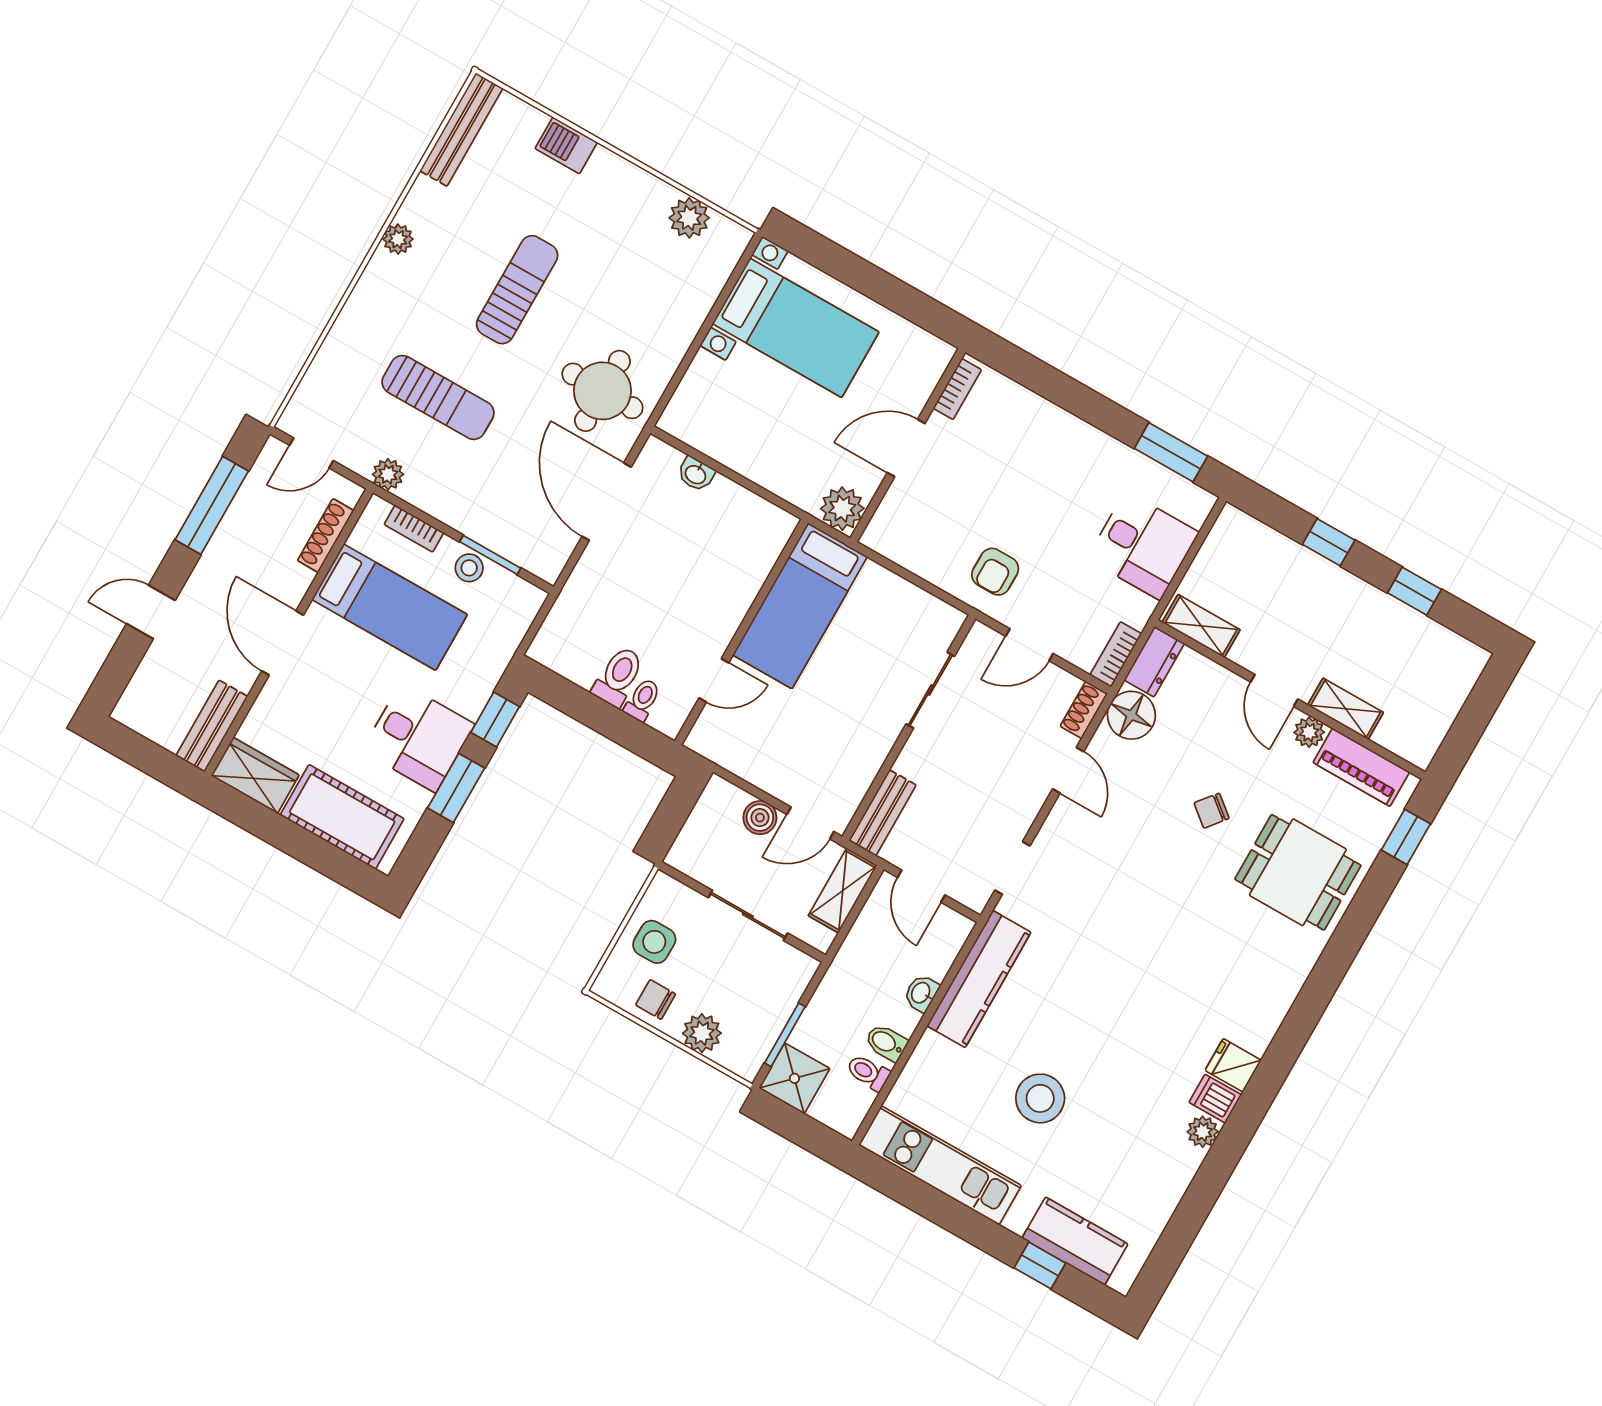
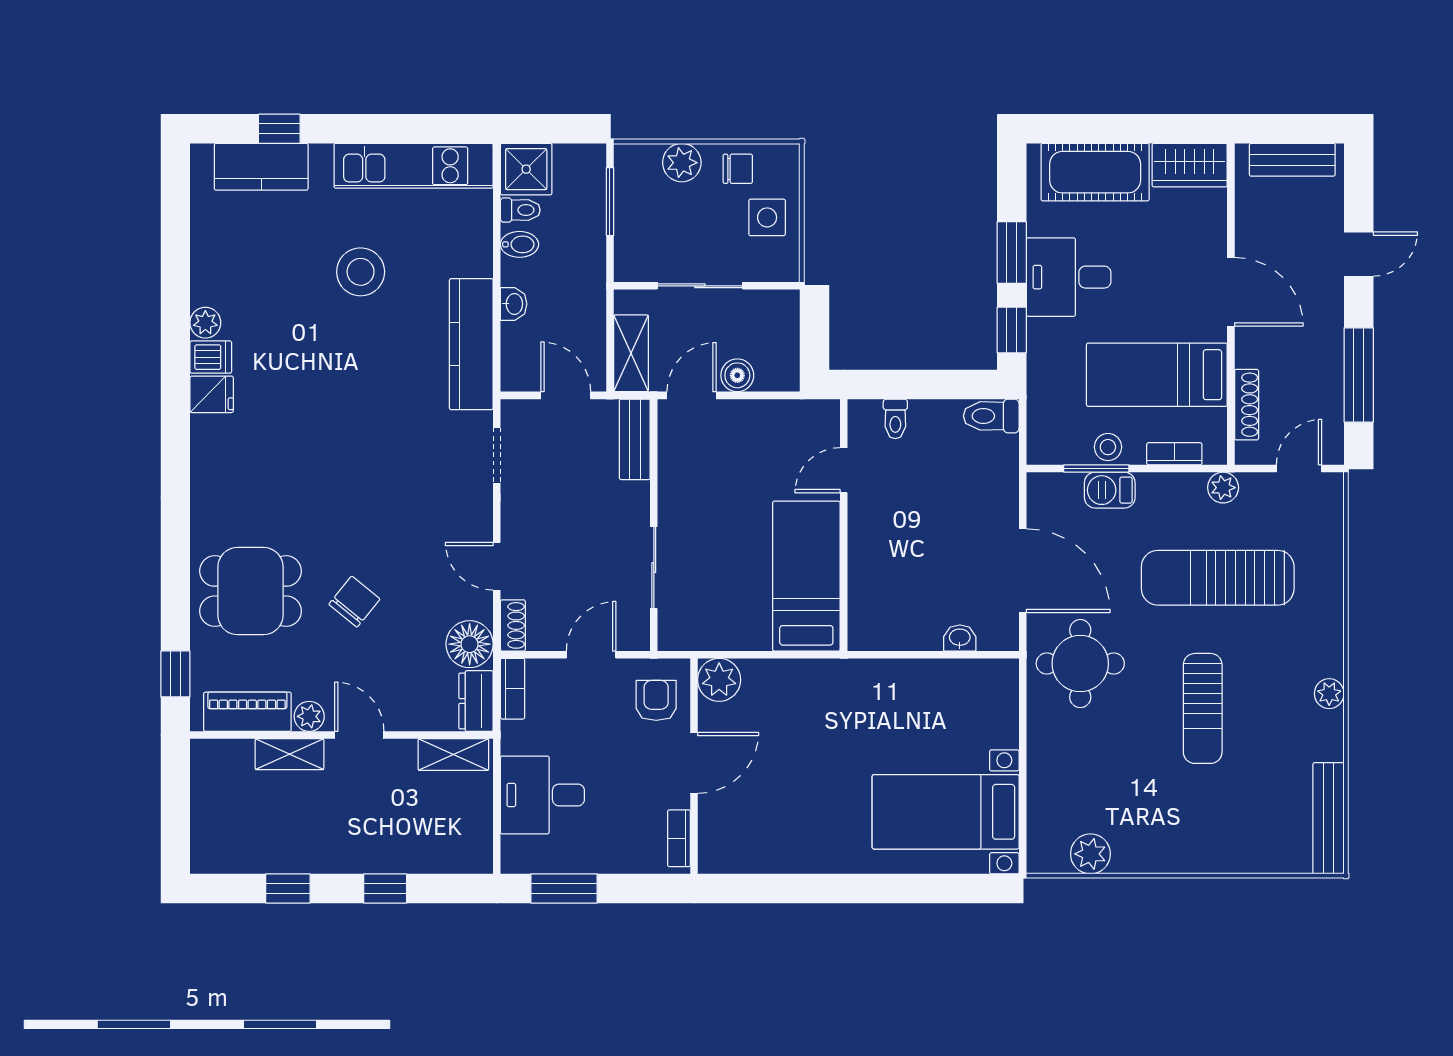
barbecue: (566, 145) -> (1110, 490), moved, turned 180
bookcase: (957, 389) -> (679, 838), moved
sun lounger: (438, 397) -> (1218, 578), width x1.36, depth x1.34
wall: (908, 445) -> (694, 766), moved
door: (906, 448) -> (694, 763), moved
plant: (842, 509) -> (719, 680), moved
toilet: (618, 677) -> (991, 416), moved, turned 90
bench: (212, 726) -> (1292, 160), moved, turned 90
chair: (1212, 811) -> (354, 602), width x1.37, depth x1.37
shower: (794, 1078) -> (526, 169), moved

